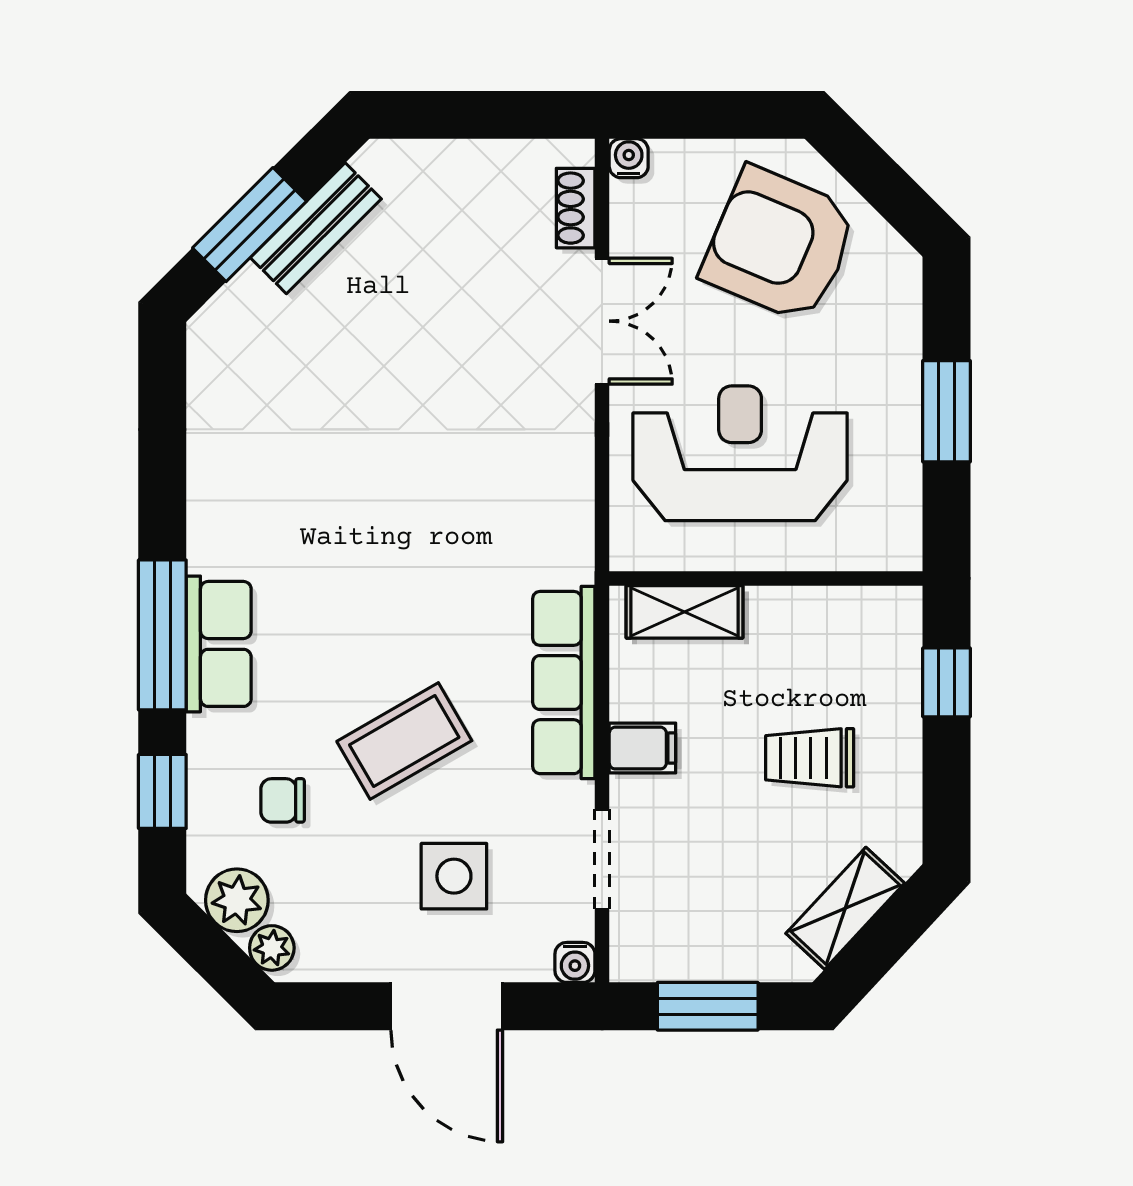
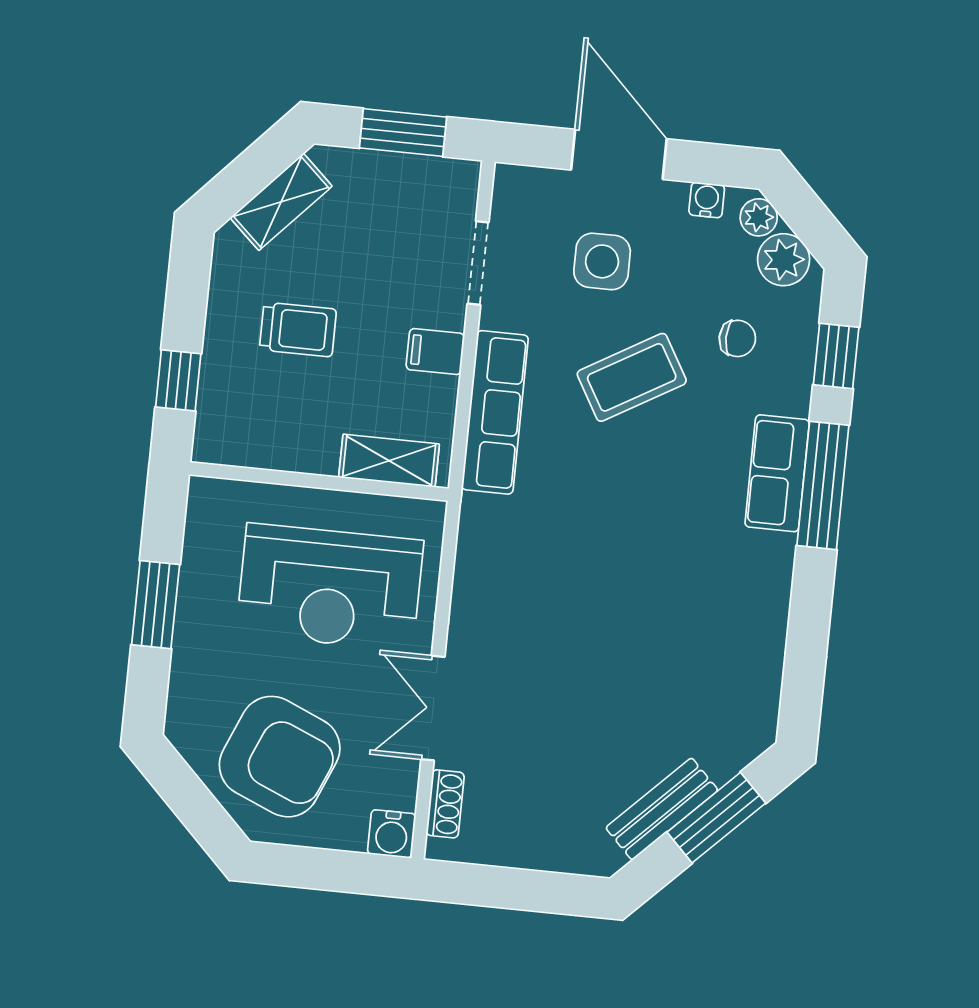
water cooler: (629, 158) -> (392, 834), width x1.38, depth x1.38
water cooler: (575, 962) -> (707, 200), moved

